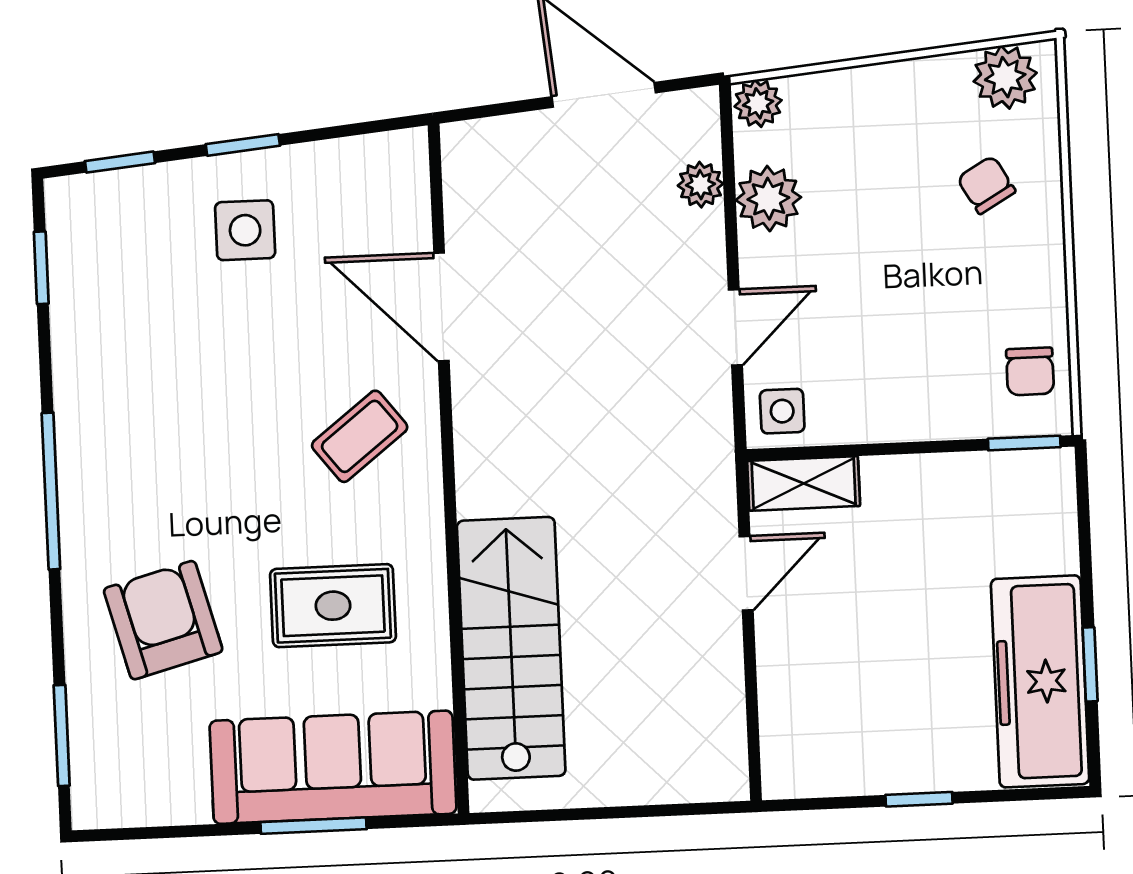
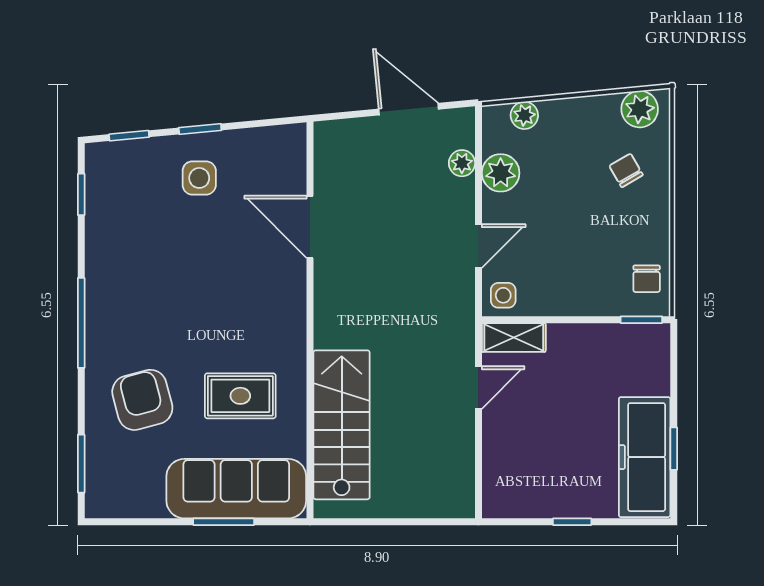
plant: (758, 103) -> (524, 115), moved
coffee table: (360, 436) -> (260, 299), removed

